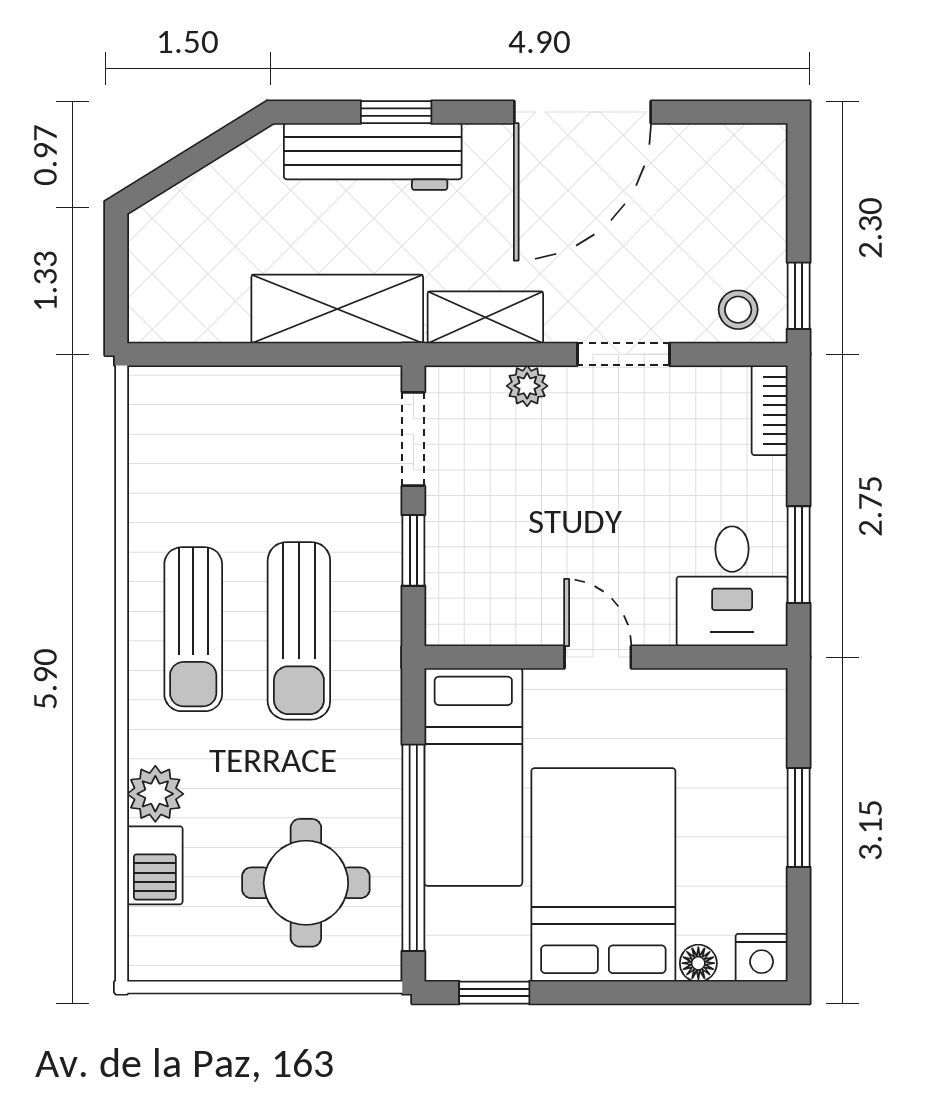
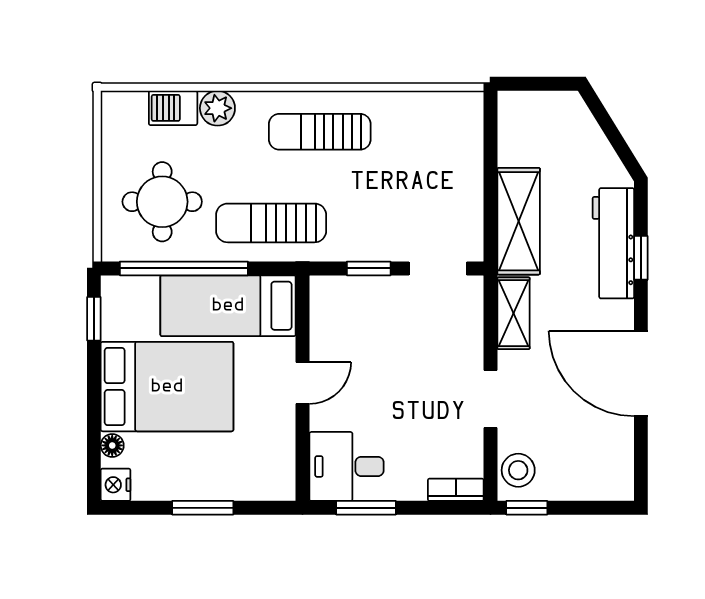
stool: (738, 310) -> (518, 470), width x1.37, depth x1.37
plant: (527, 386) -> (471, 339), removed
sun lounger: (299, 631) -> (271, 223), moved

